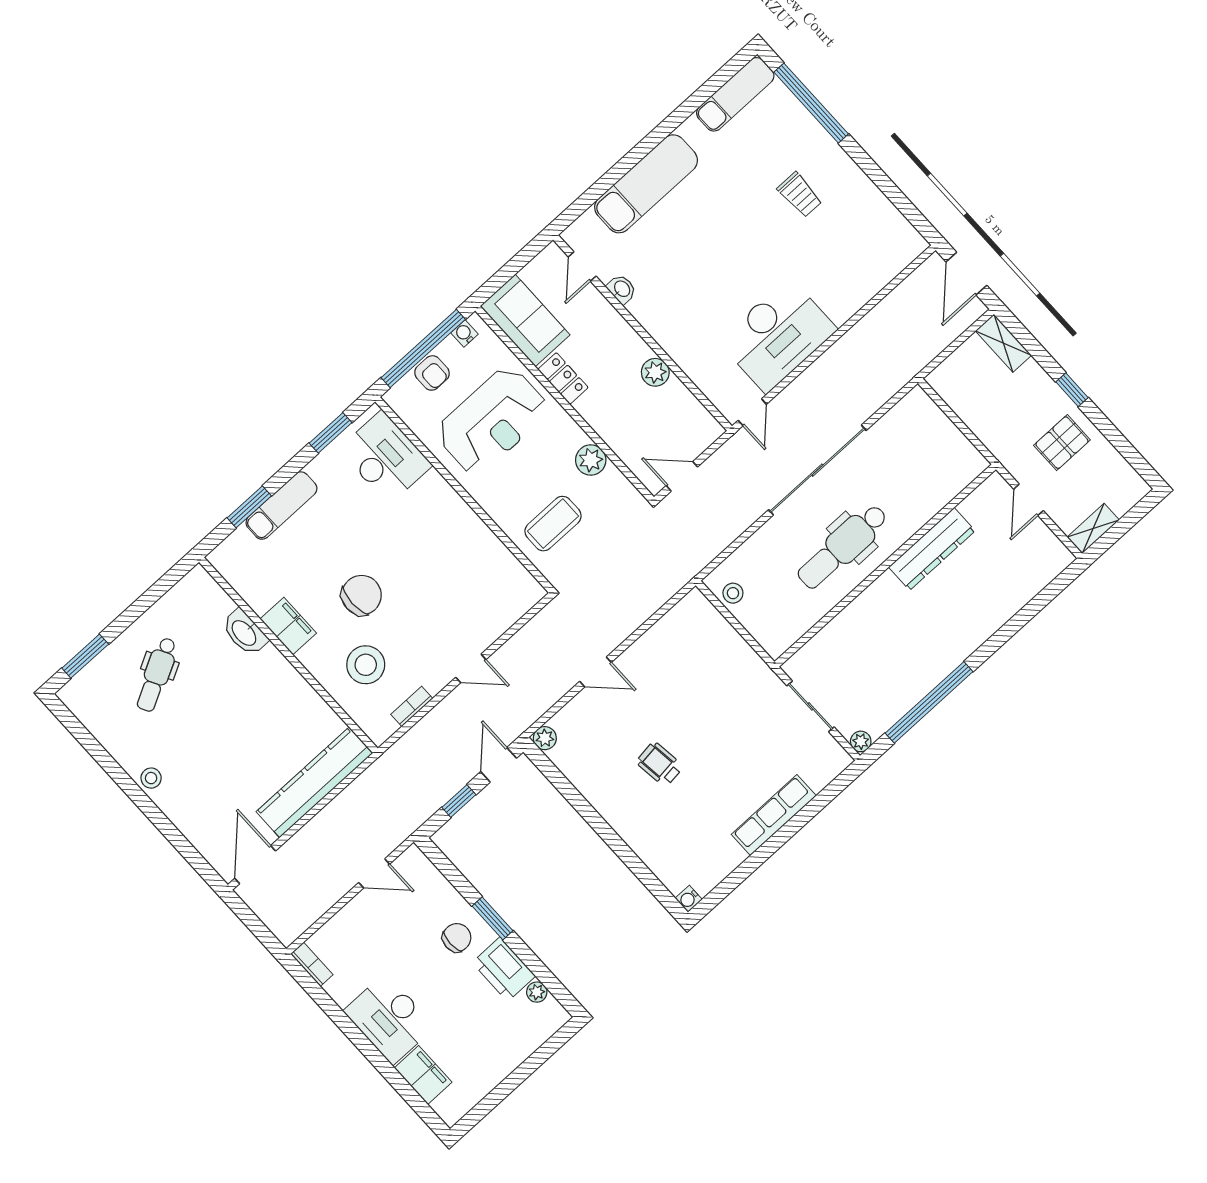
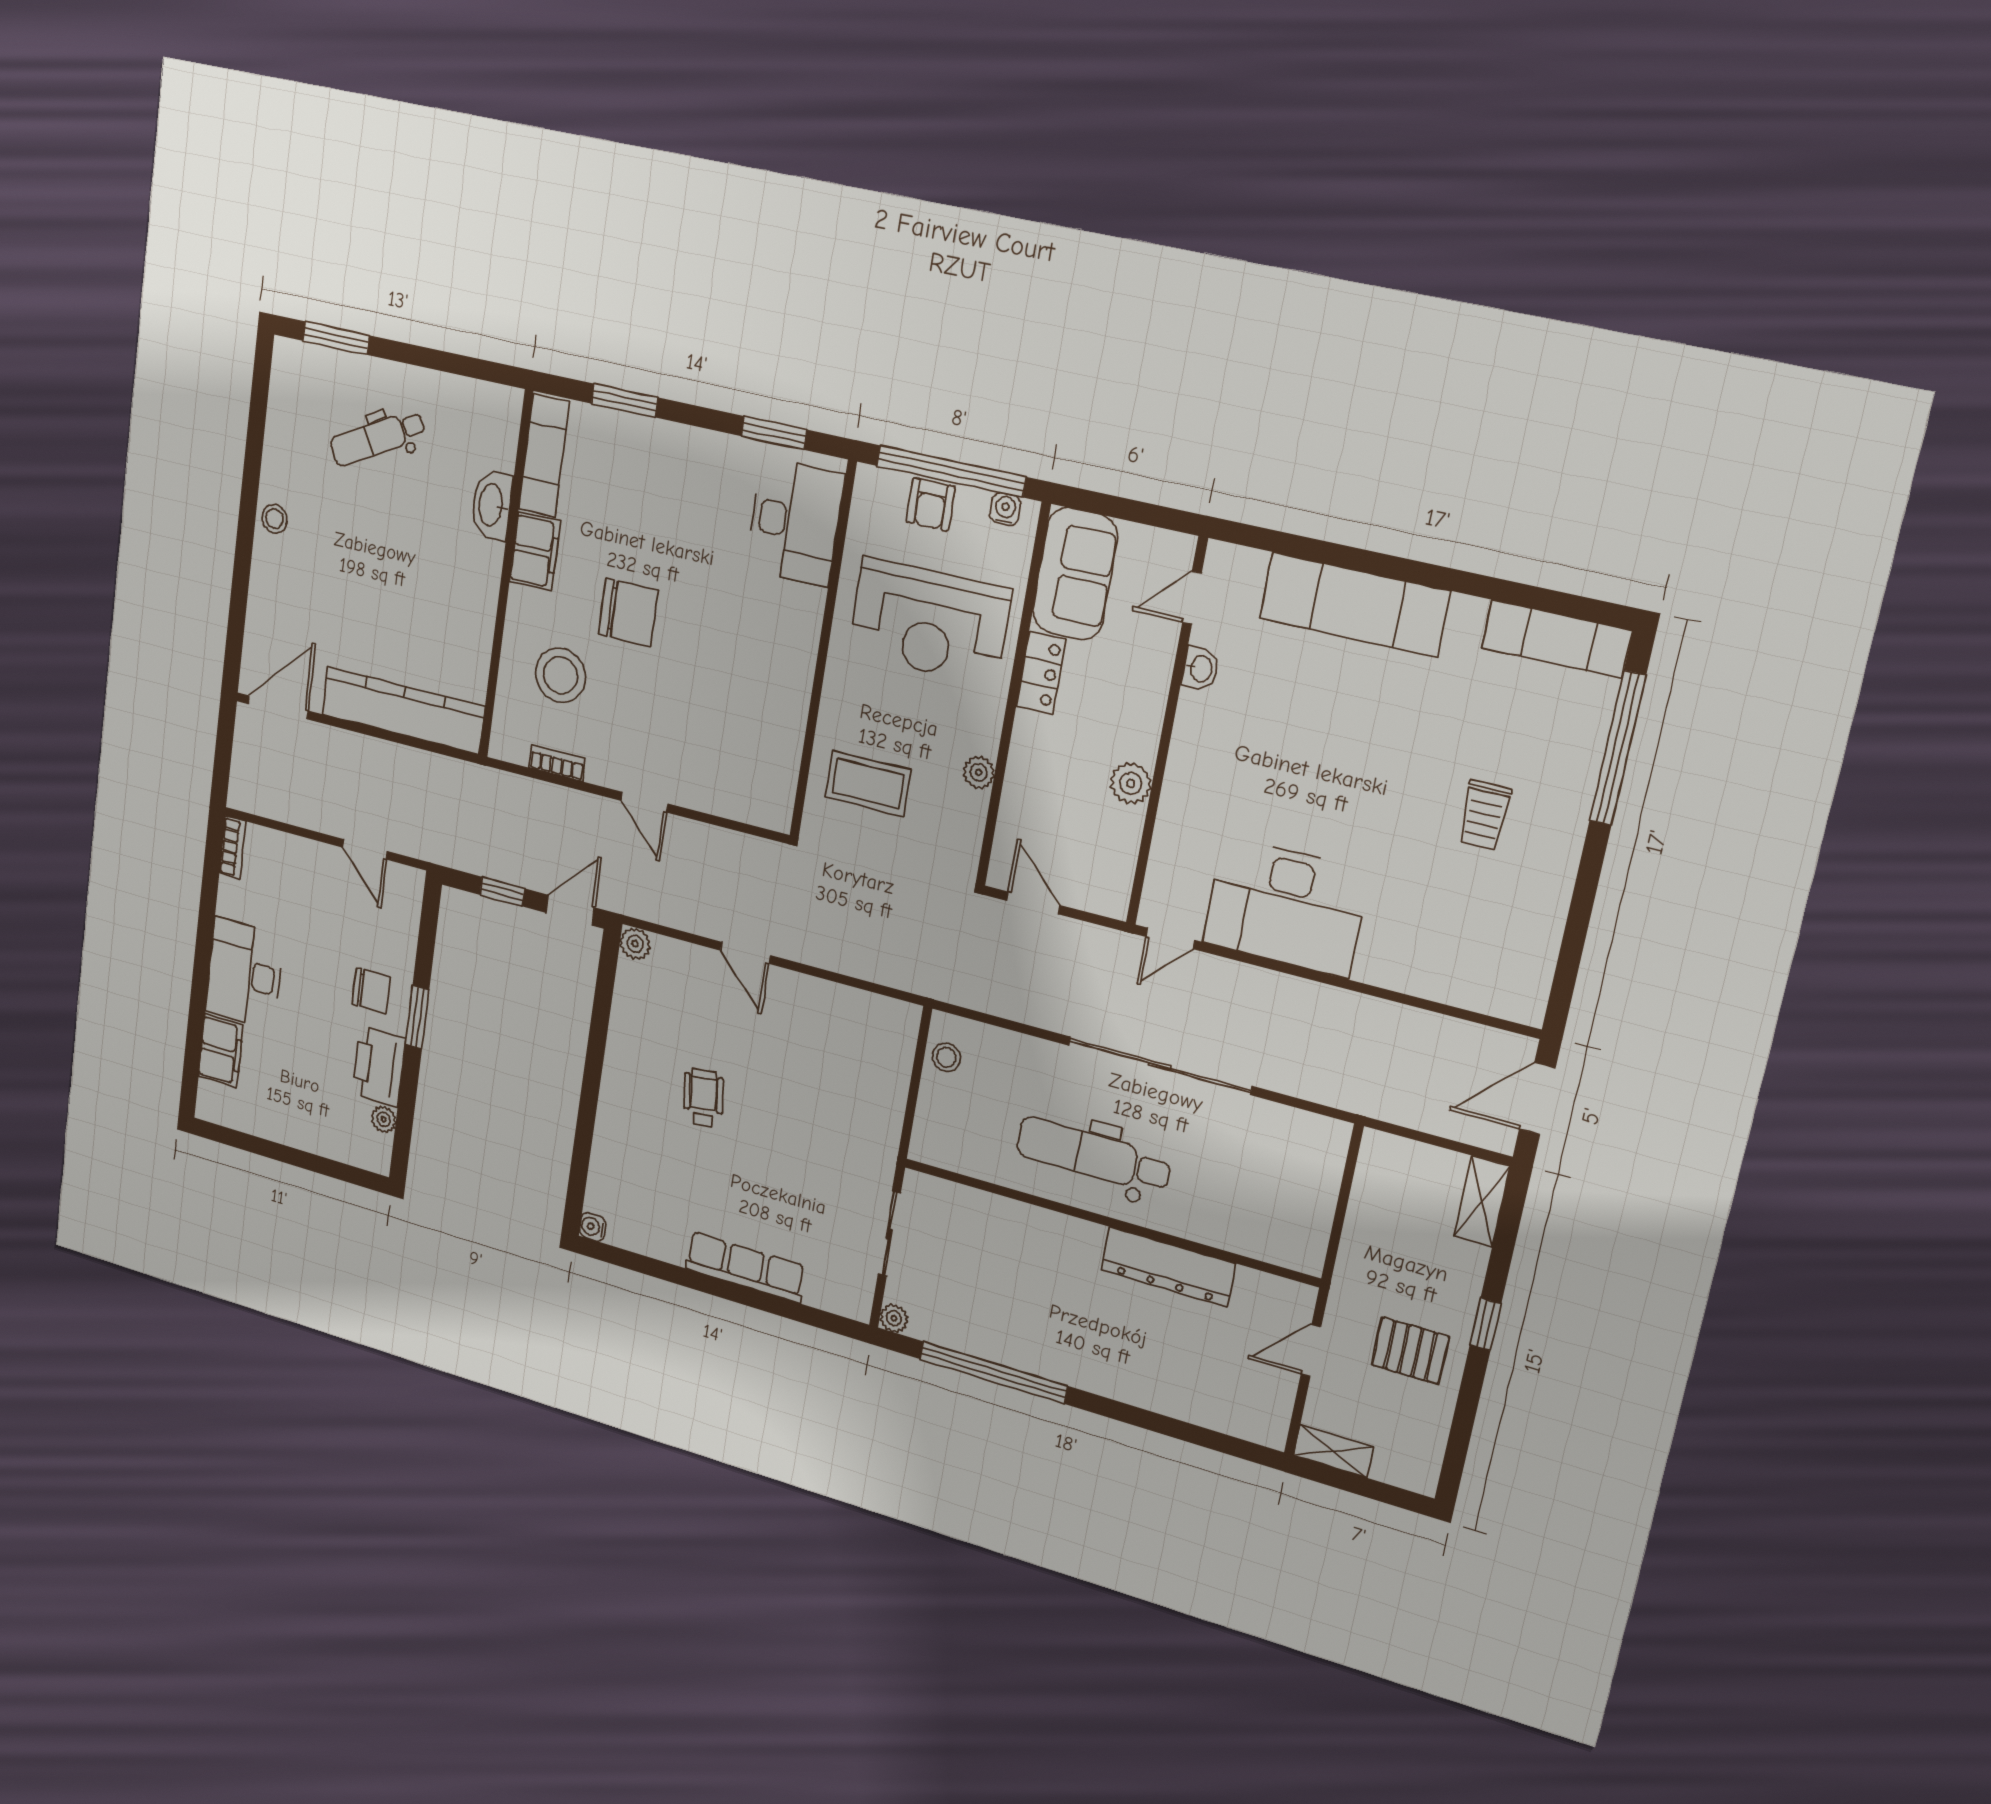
plant: (591, 460) -> (979, 772), width x0.73, depth x0.73
exam couch: (281, 506) -> (544, 455), moved, turned -90

